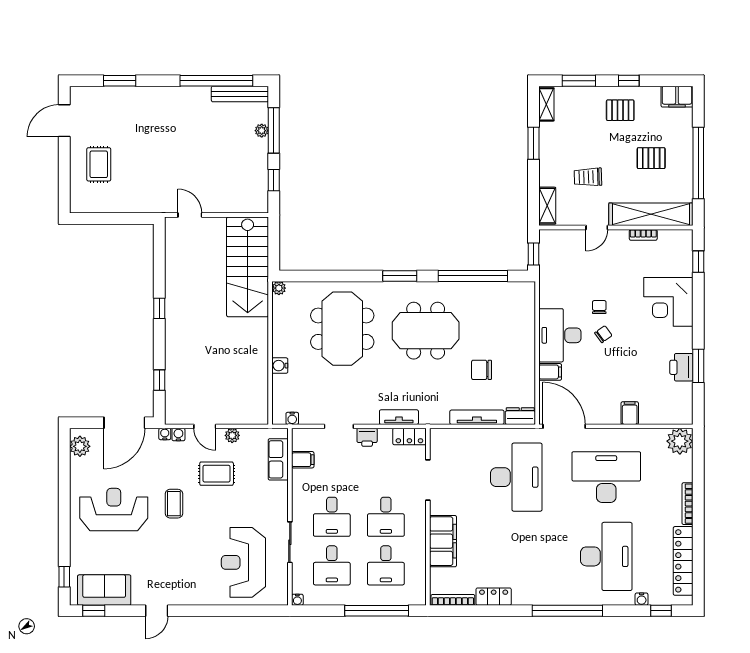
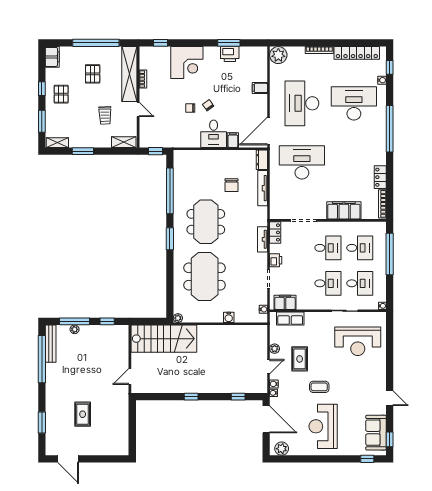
rug: (99, 164) -> (83, 414), moved, turned 90
meeting table: (342, 329) -> (205, 276), turned 90
desk: (560, 335) -> (214, 134), width x0.73
filing cabinet: (303, 460) -> (285, 302), width x2.00

